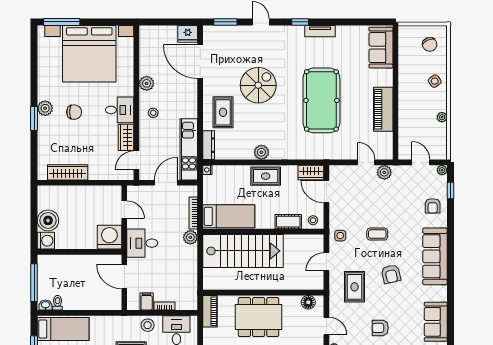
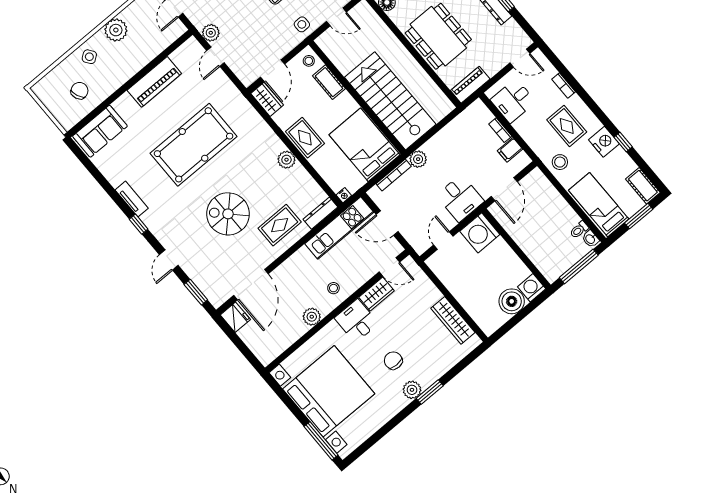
chair: (430, 44) -> (80, 91), moved
plant: (442, 117) -> (116, 30), width x1.88, depth x1.88
bed: (229, 216) -> (364, 145), width x1.50
stool: (148, 325) -> (560, 162), moved

